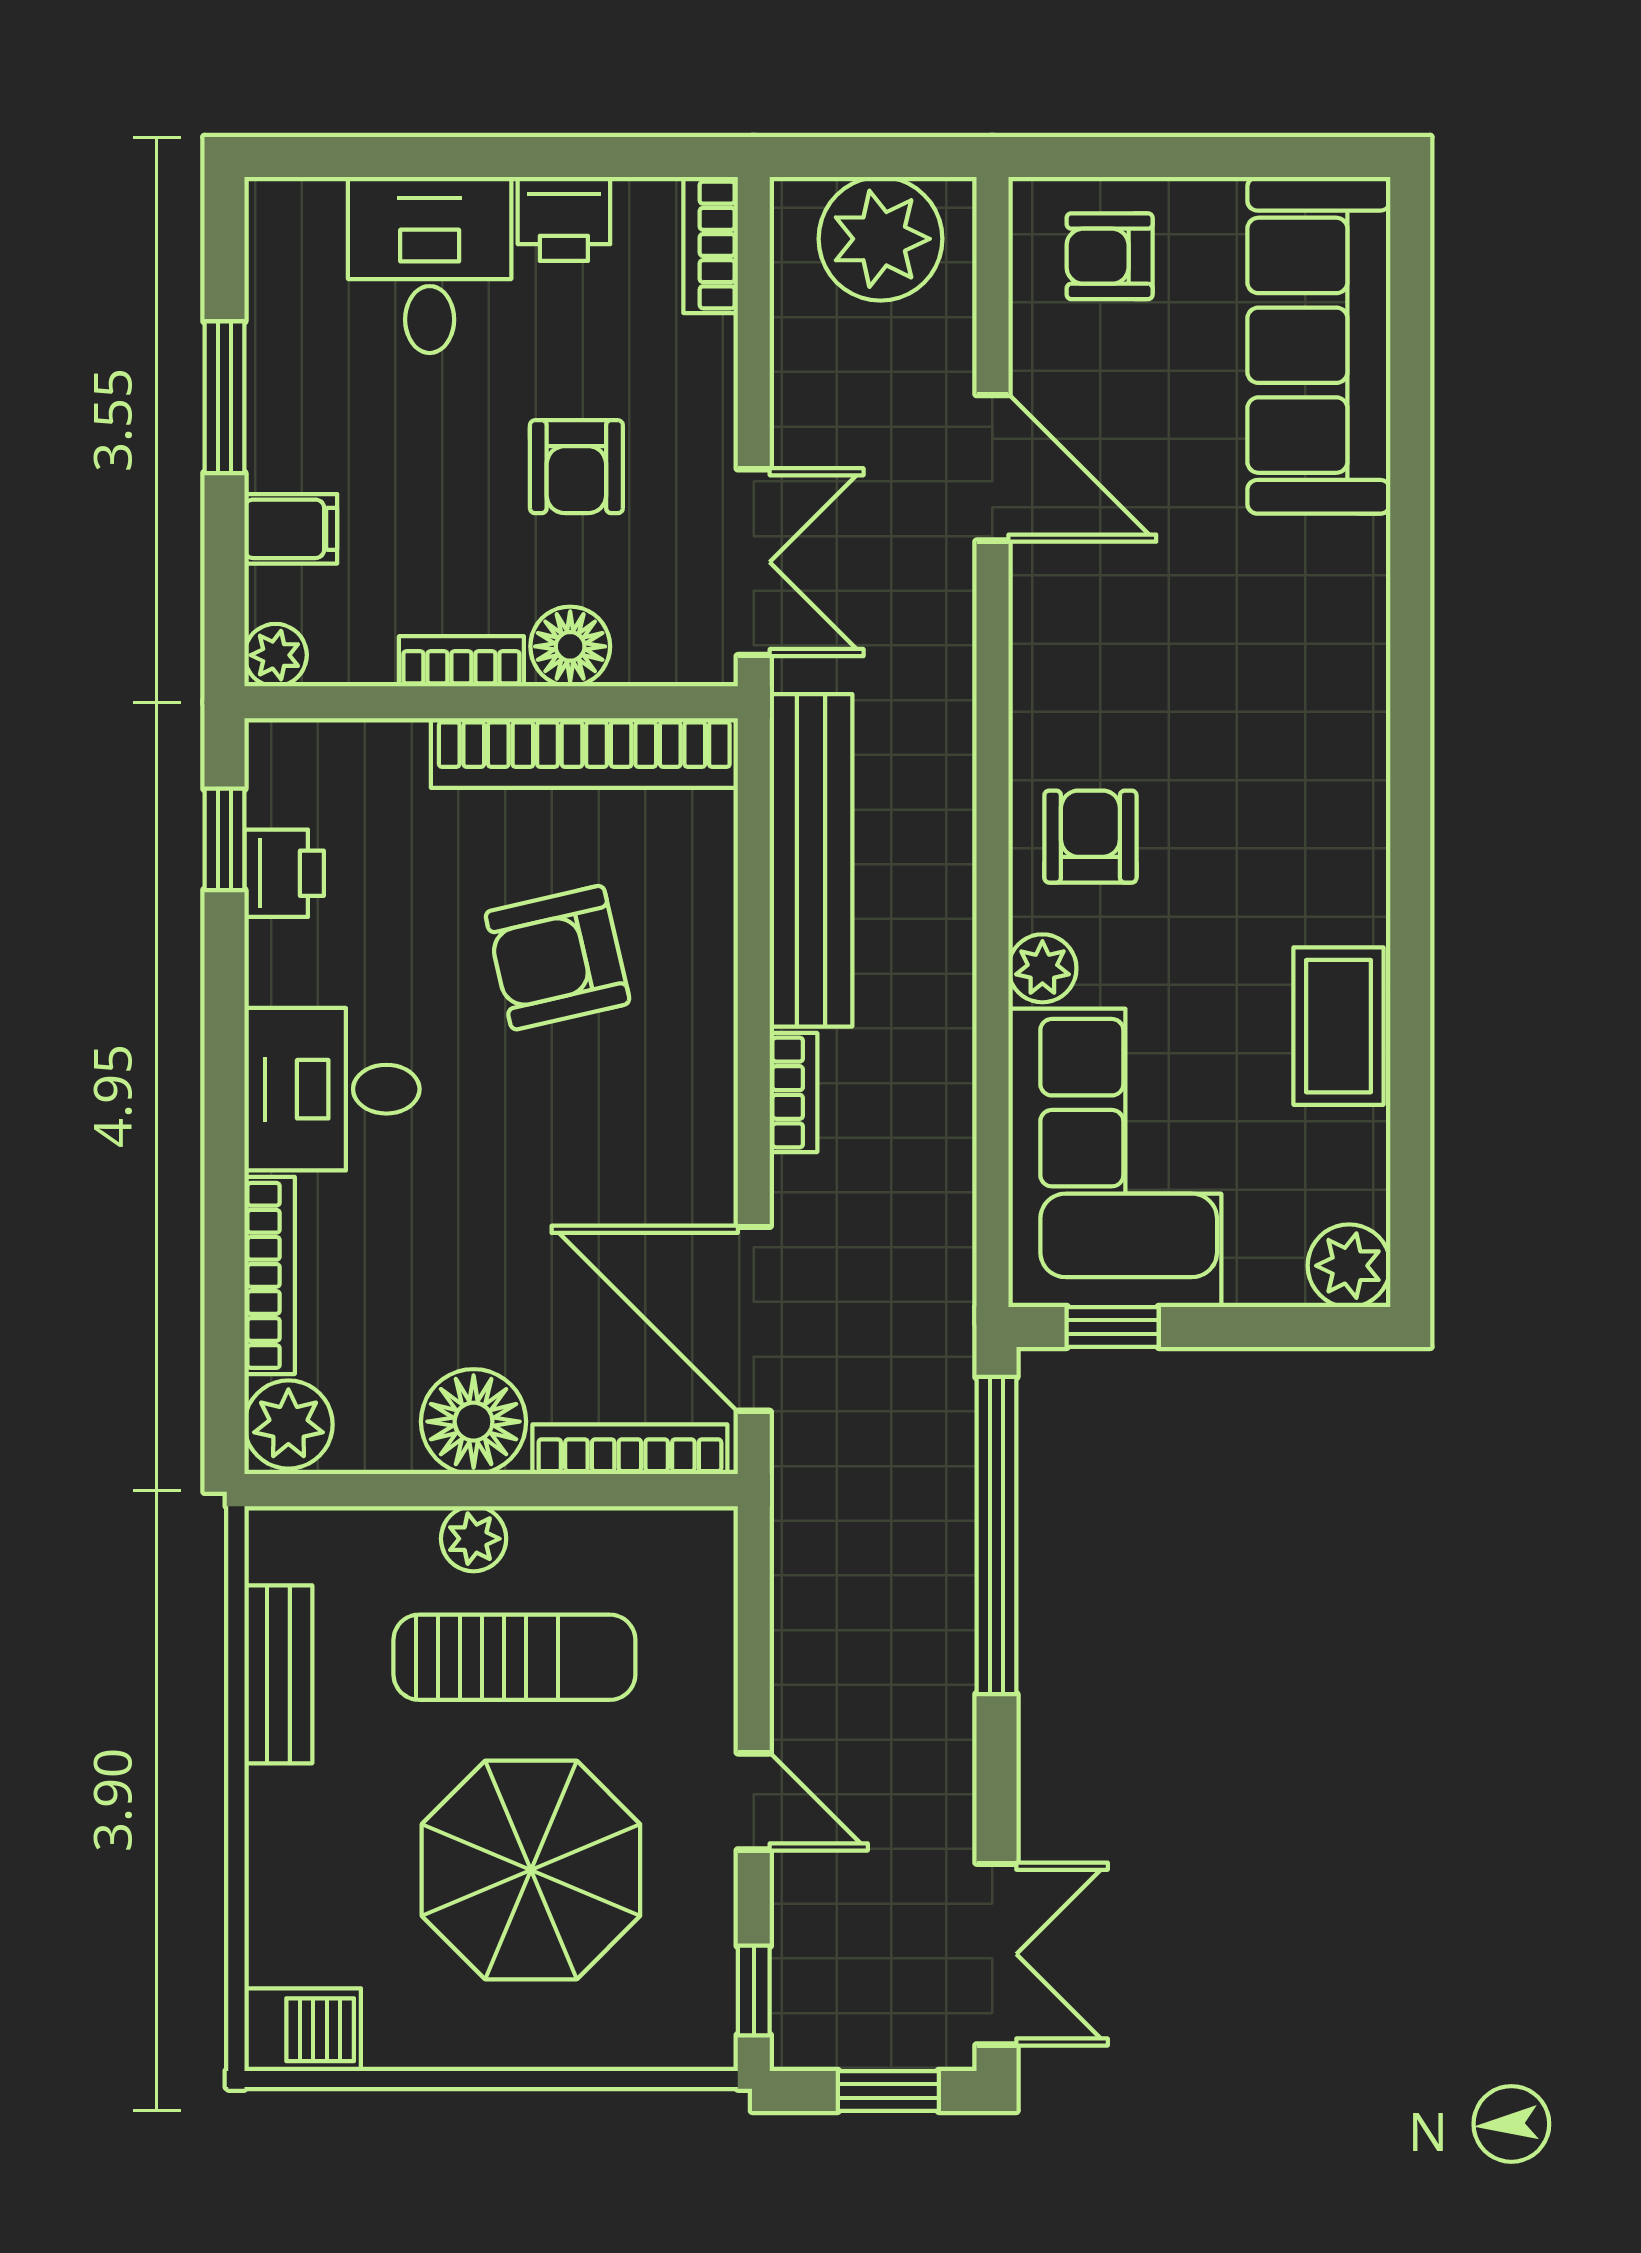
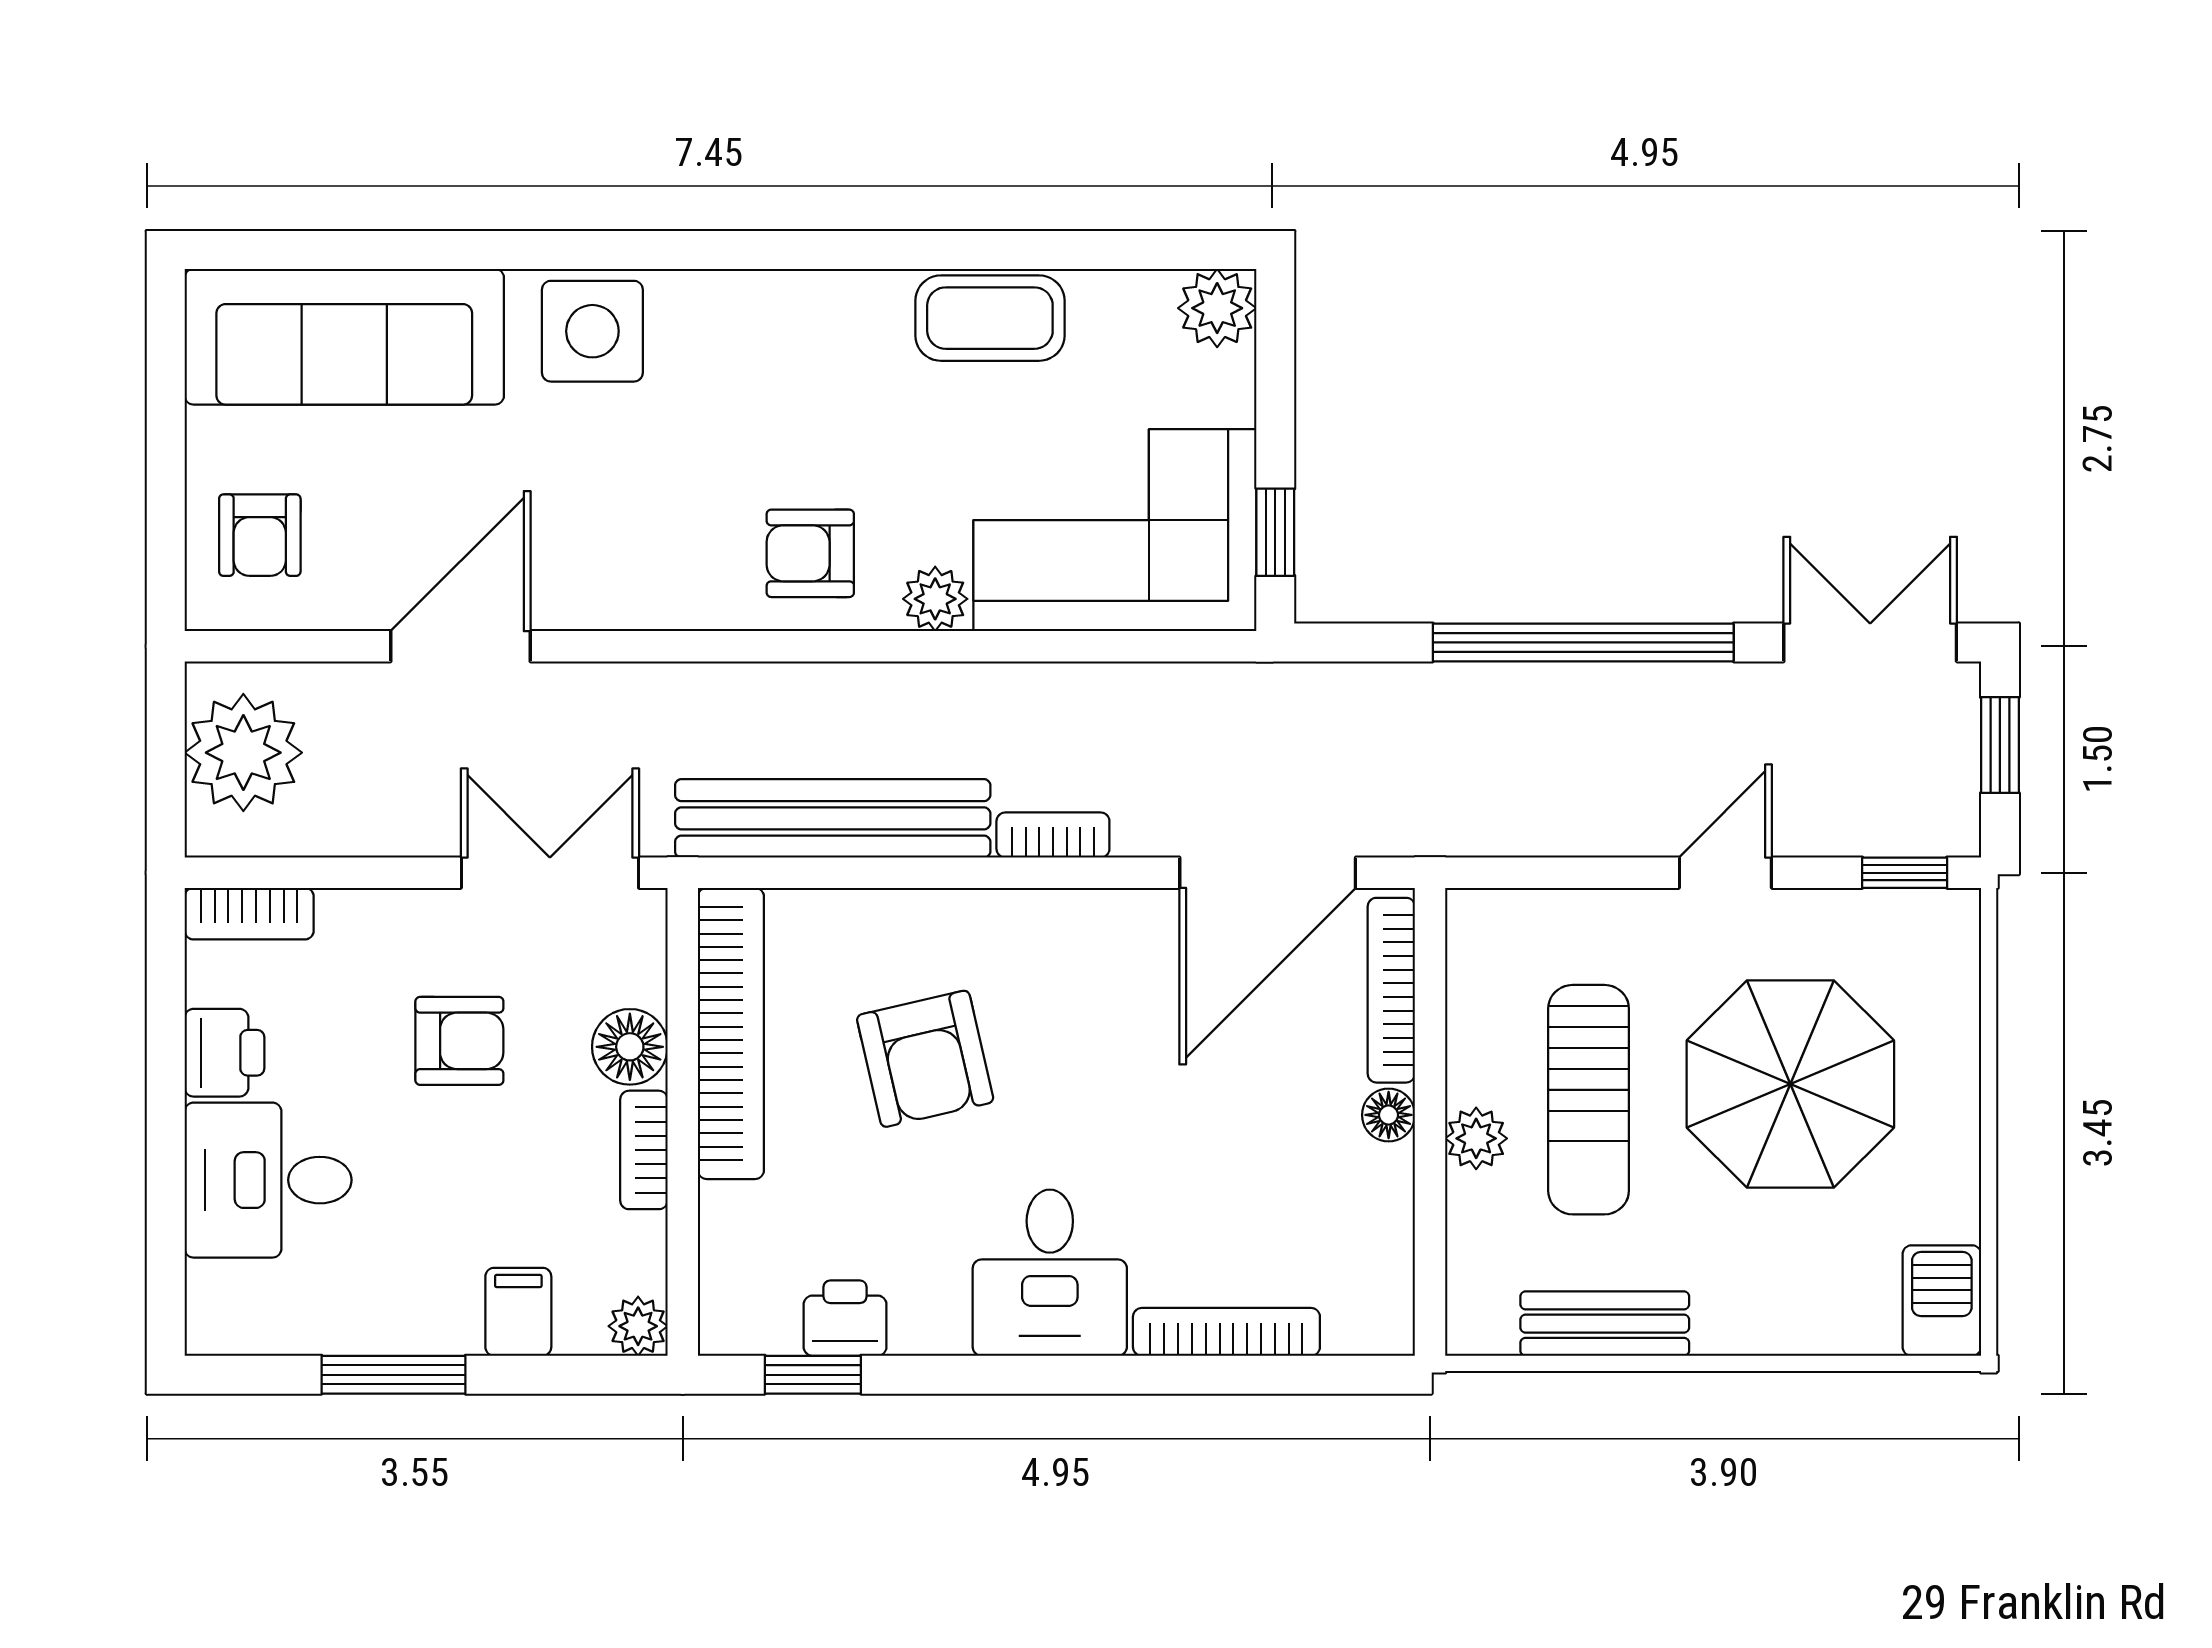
side table: (1325, 607) -> (592, 331), added
floor lamp: (474, 1422) -> (1389, 1115), width x0.53, depth x0.53
plant: (288, 1425) -> (1368, 1314), removed
window: (996, 1536) -> (1583, 642), moved
sun lounger: (514, 1657) -> (1589, 1100), turned 180

